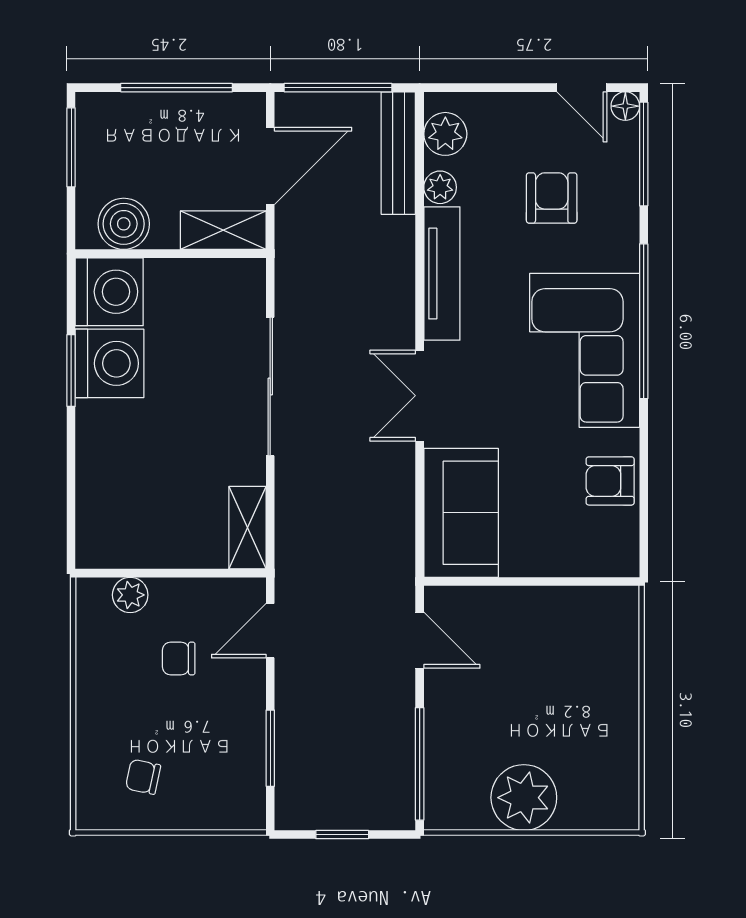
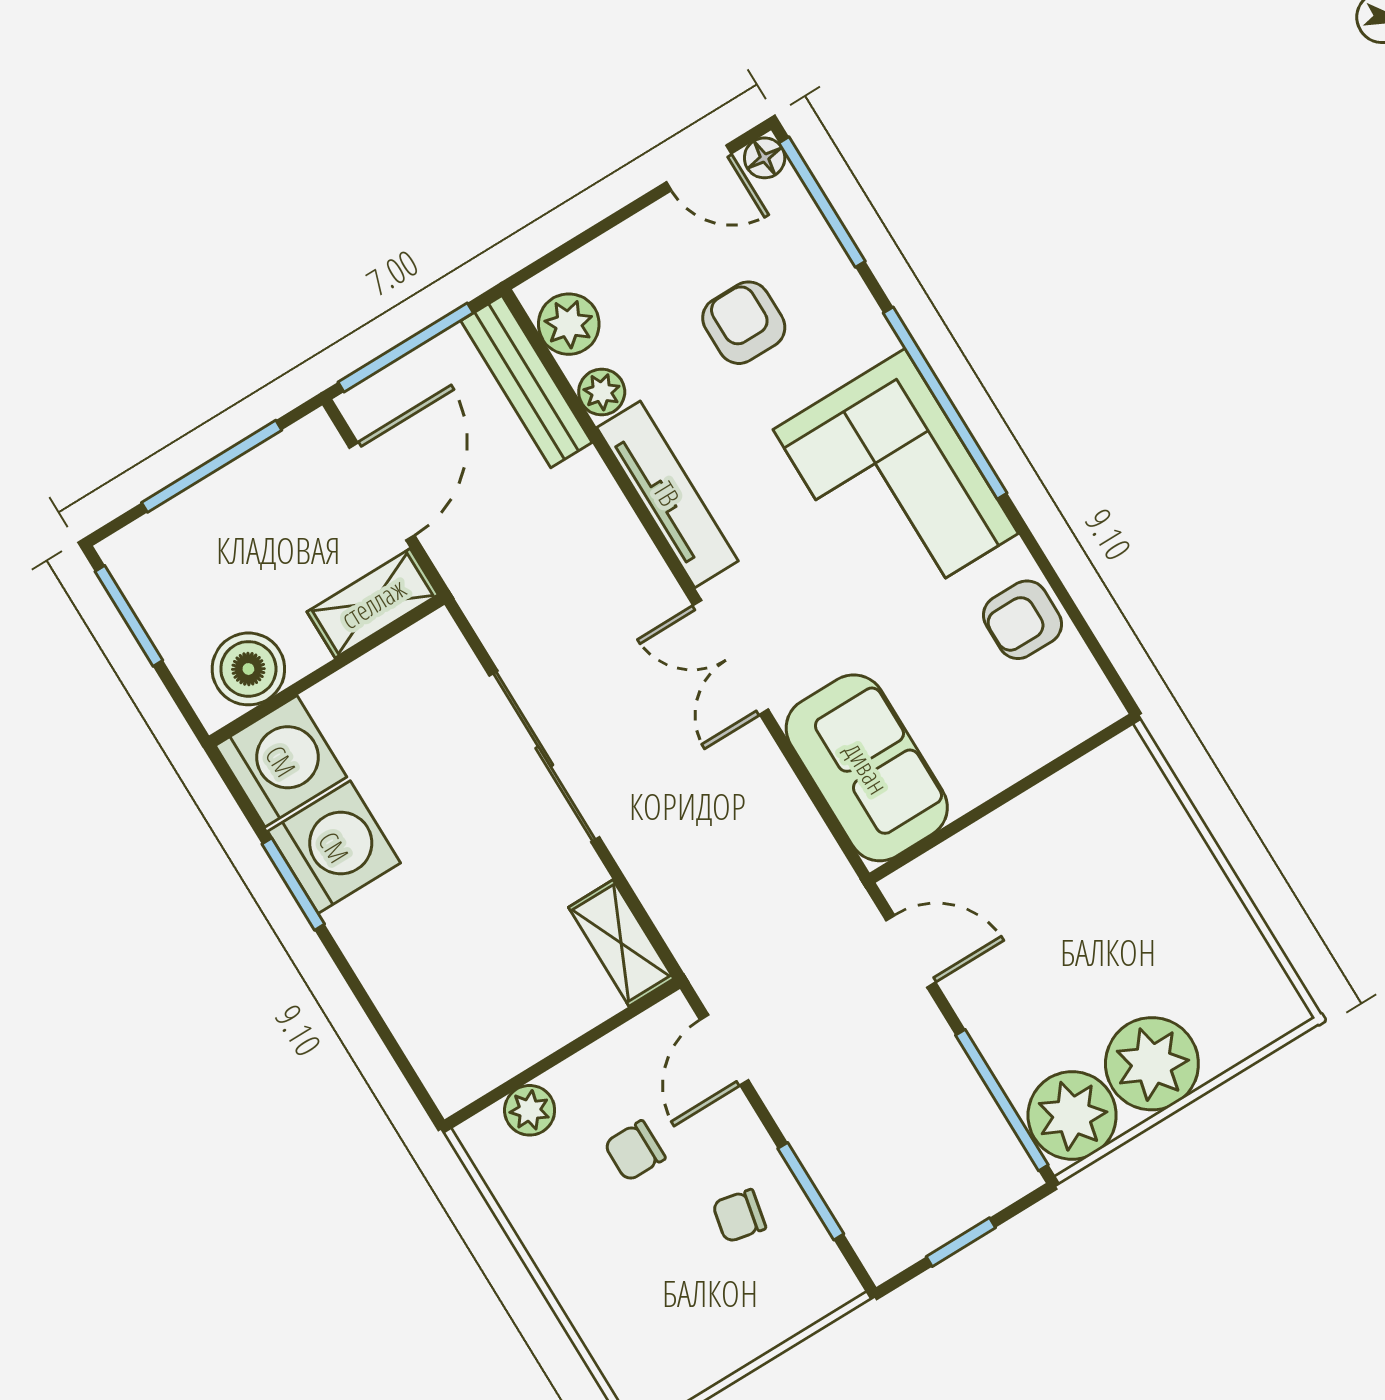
chair: (143, 777) -> (739, 1216), moved
plant: (456, 799) -> (1072, 1115), added

